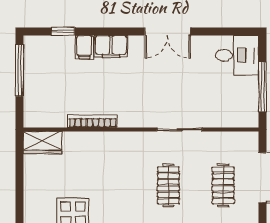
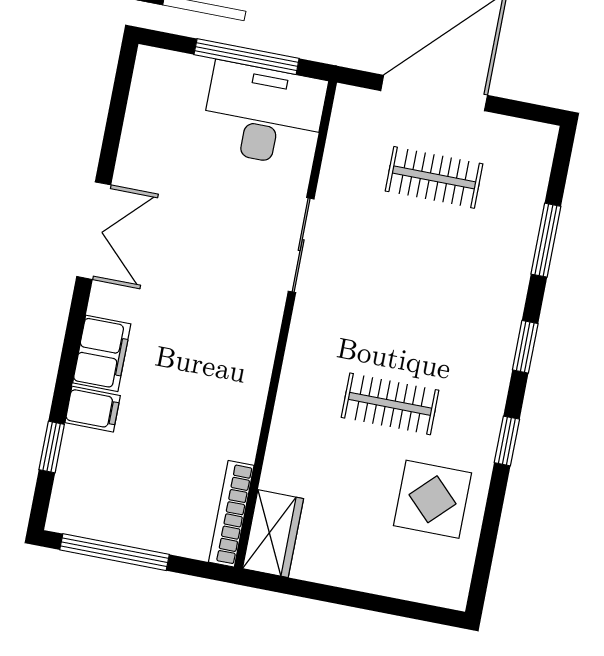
desk: (237, 55) -> (264, 114), moved, width x1.37
bookcase: (93, 121) -> (231, 514), moved
clothes rail: (168, 185) -> (390, 404), moved

